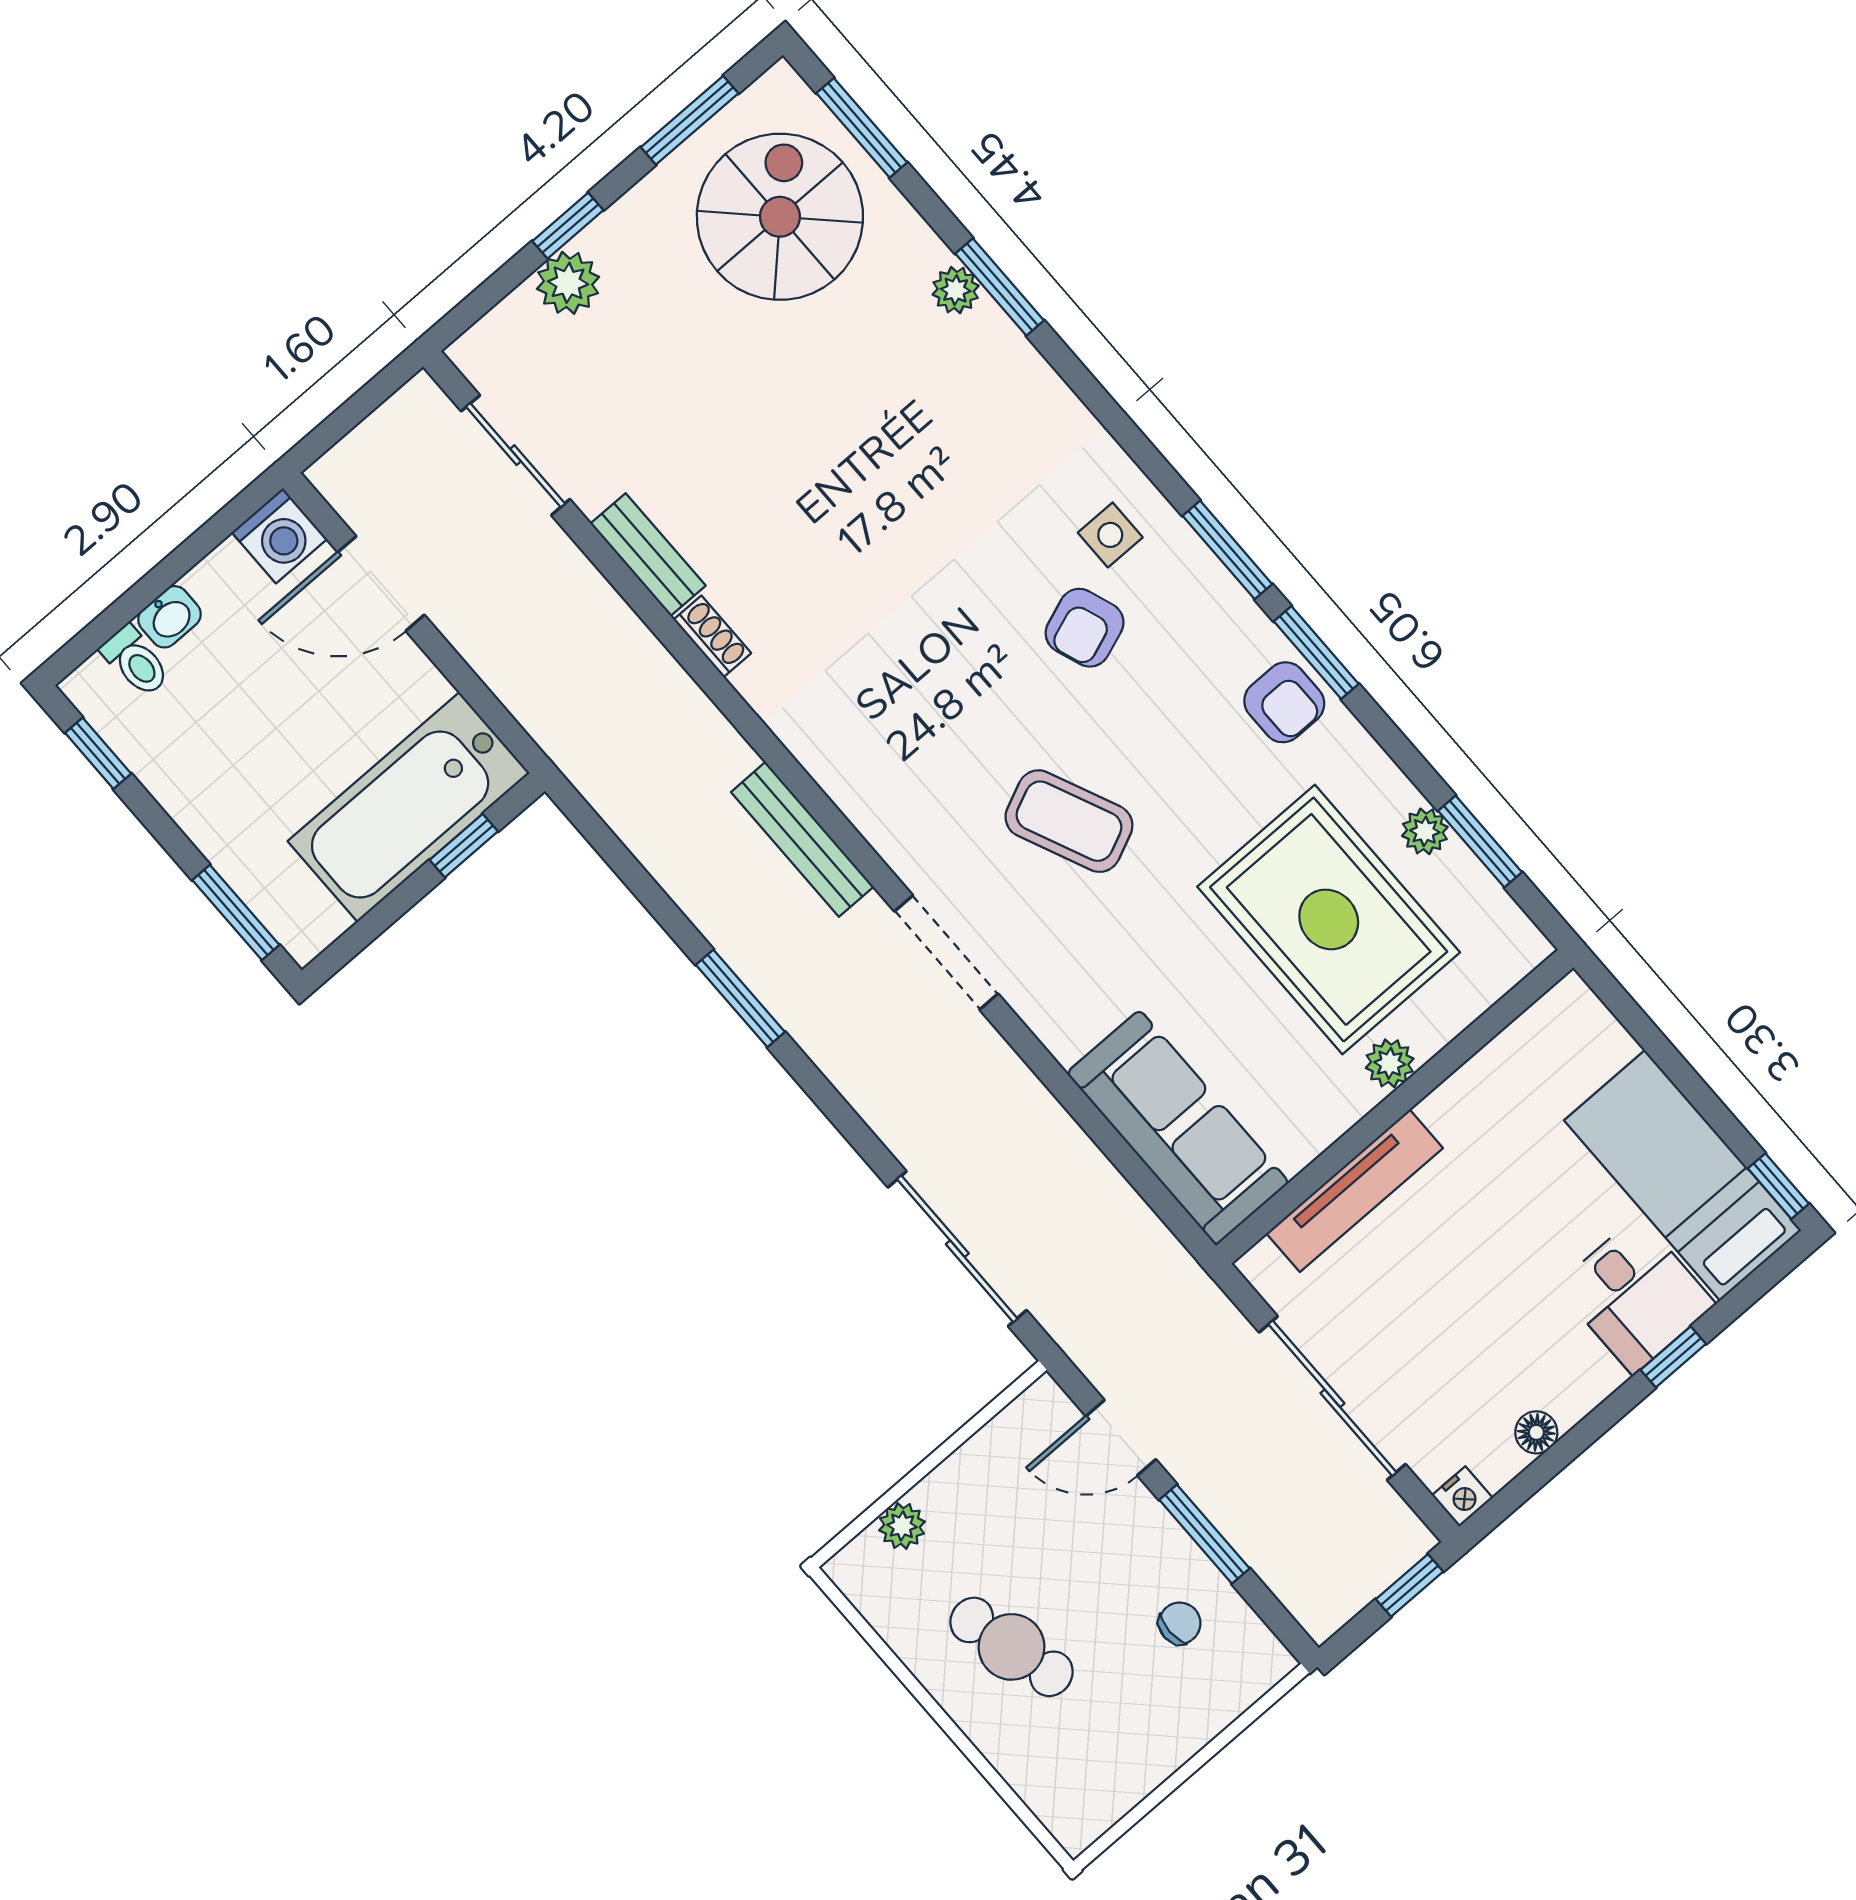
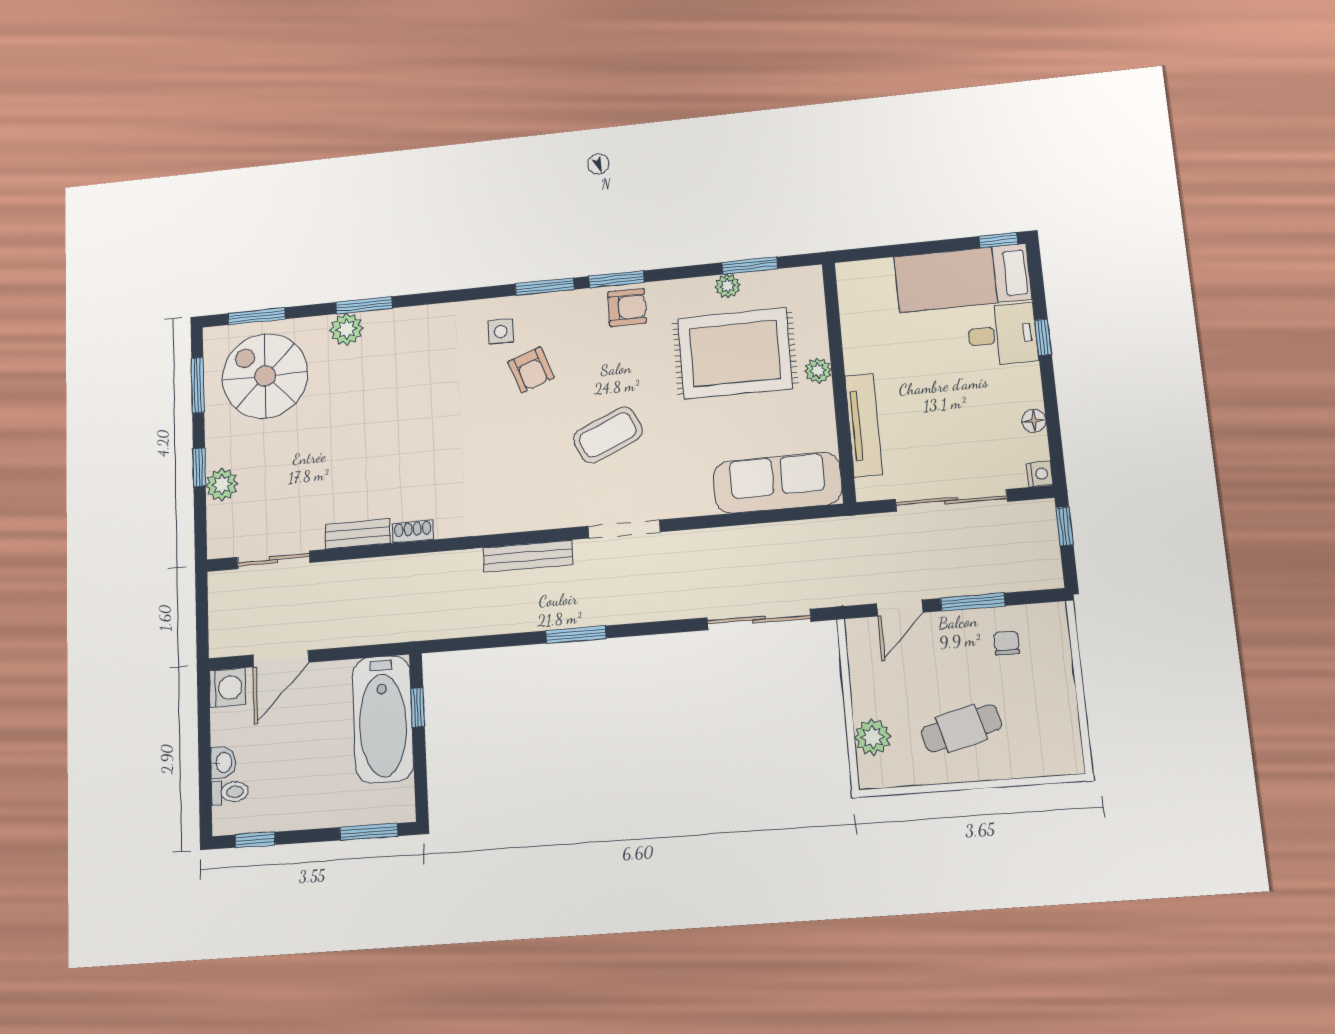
plant: (956, 290) -> (347, 329), width x1.38, depth x1.38
plant: (902, 1526) -> (873, 737), width x1.38, depth x1.38

